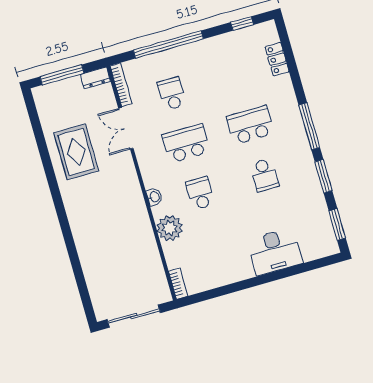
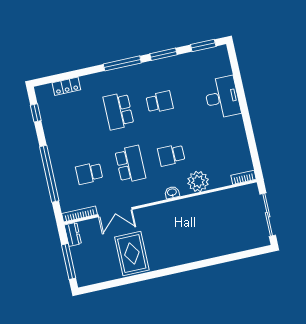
school desk: (186, 143) -> (130, 164), turned 180
rug: (76, 152) -> (132, 254), turned 90

